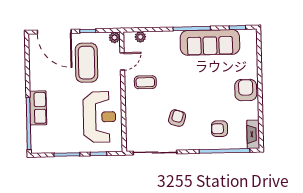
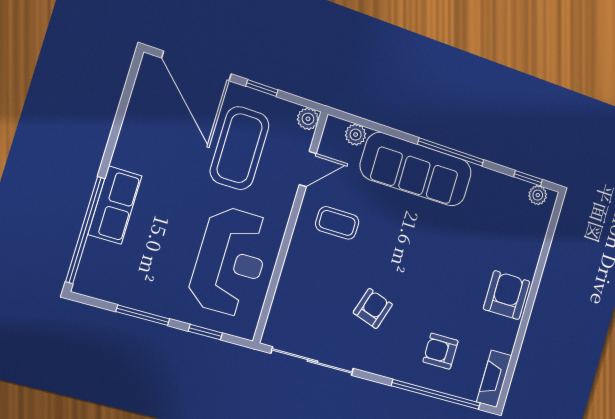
plant: (246, 34) -> (538, 195), added
sofa: (210, 42) -> (416, 169), moved

